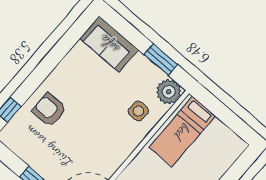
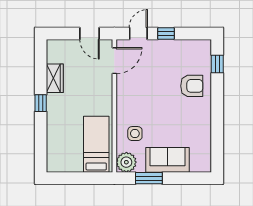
sofa: (109, 44) -> (168, 160), moved

